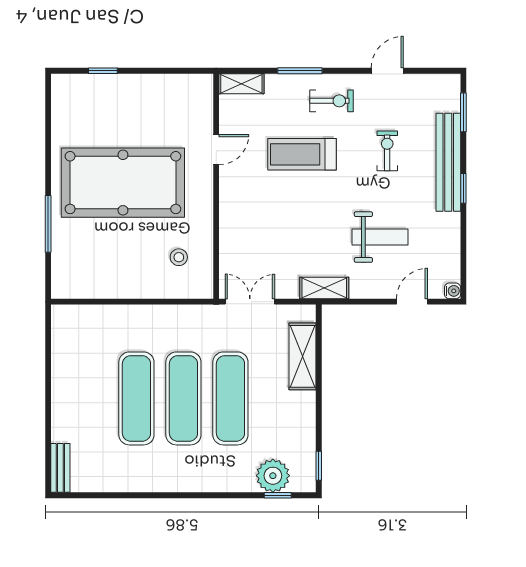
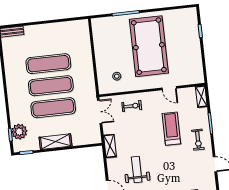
exercise bike: (387, 151) -> (132, 106), moved
weight bench: (380, 237) -> (137, 169), turned 180
shelving: (303, 356) -> (55, 142), moved

